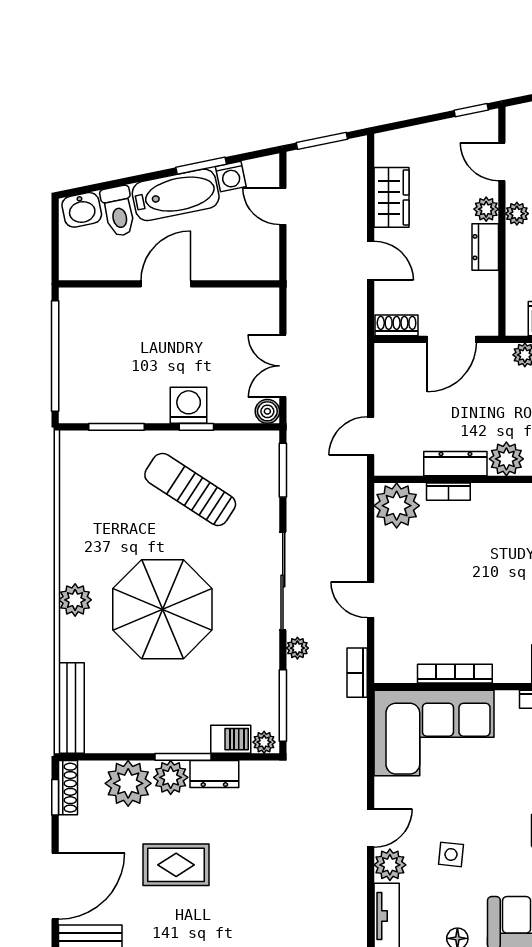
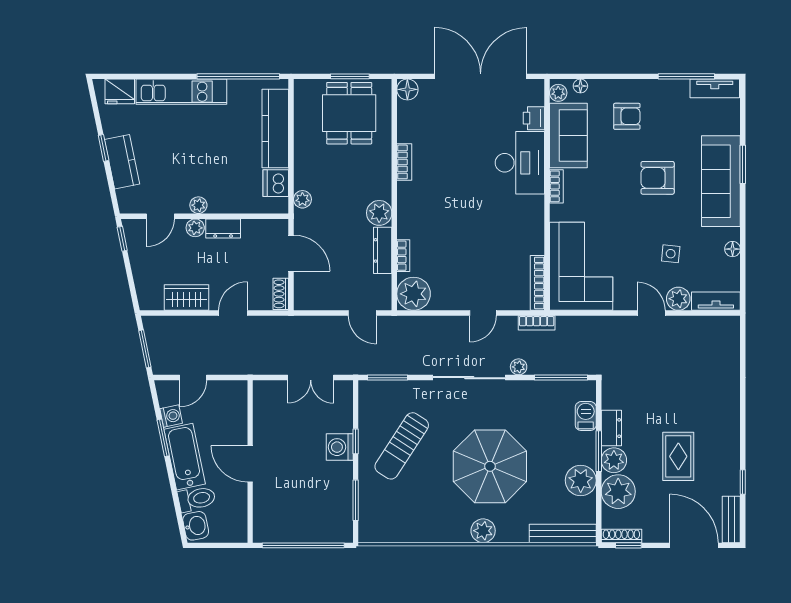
boiler: (267, 411) -> (344, 389), removed
bookcase: (455, 674) -> (537, 283), moved
plant: (264, 742) -> (581, 480), moved, width x1.88, depth x1.88

